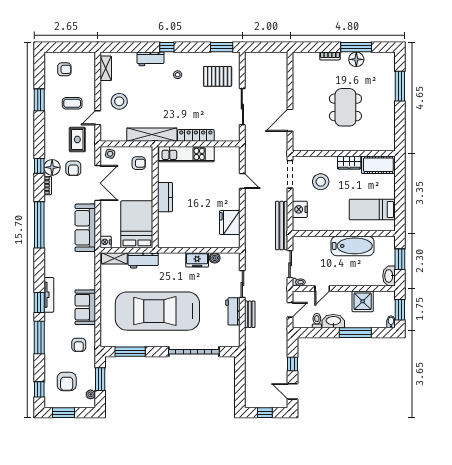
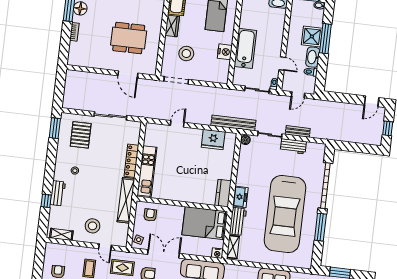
window: (167, 47) -> (46, 201), moved
dining table: (345, 107) -> (129, 38), moved
kitchen counter: (165, 197) -> (223, 193), moved, turned -90
nightstand: (300, 209) -> (225, 52), moved, turned -90
bench: (282, 226) -> (233, 123), moved
bathtub: (353, 246) -> (245, 48), moved
boiler: (215, 258) -> (245, 140), moved
freezer: (197, 260) -> (240, 197), moved
shower: (363, 301) -> (312, 36), moved
door: (290, 310) -> (298, 95), swing flipped
window: (130, 352) -> (320, 227), moved
window: (292, 364) -> (347, 98), removed

